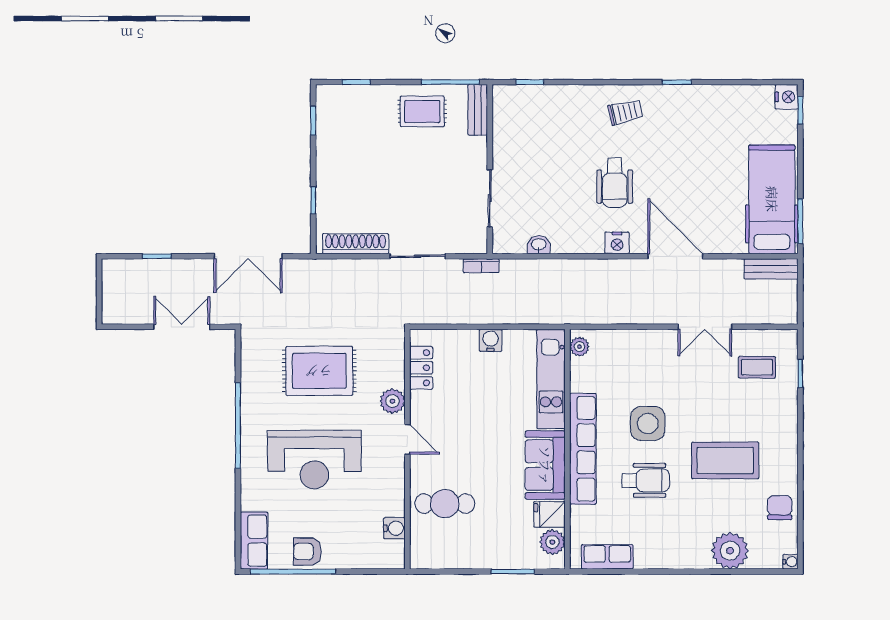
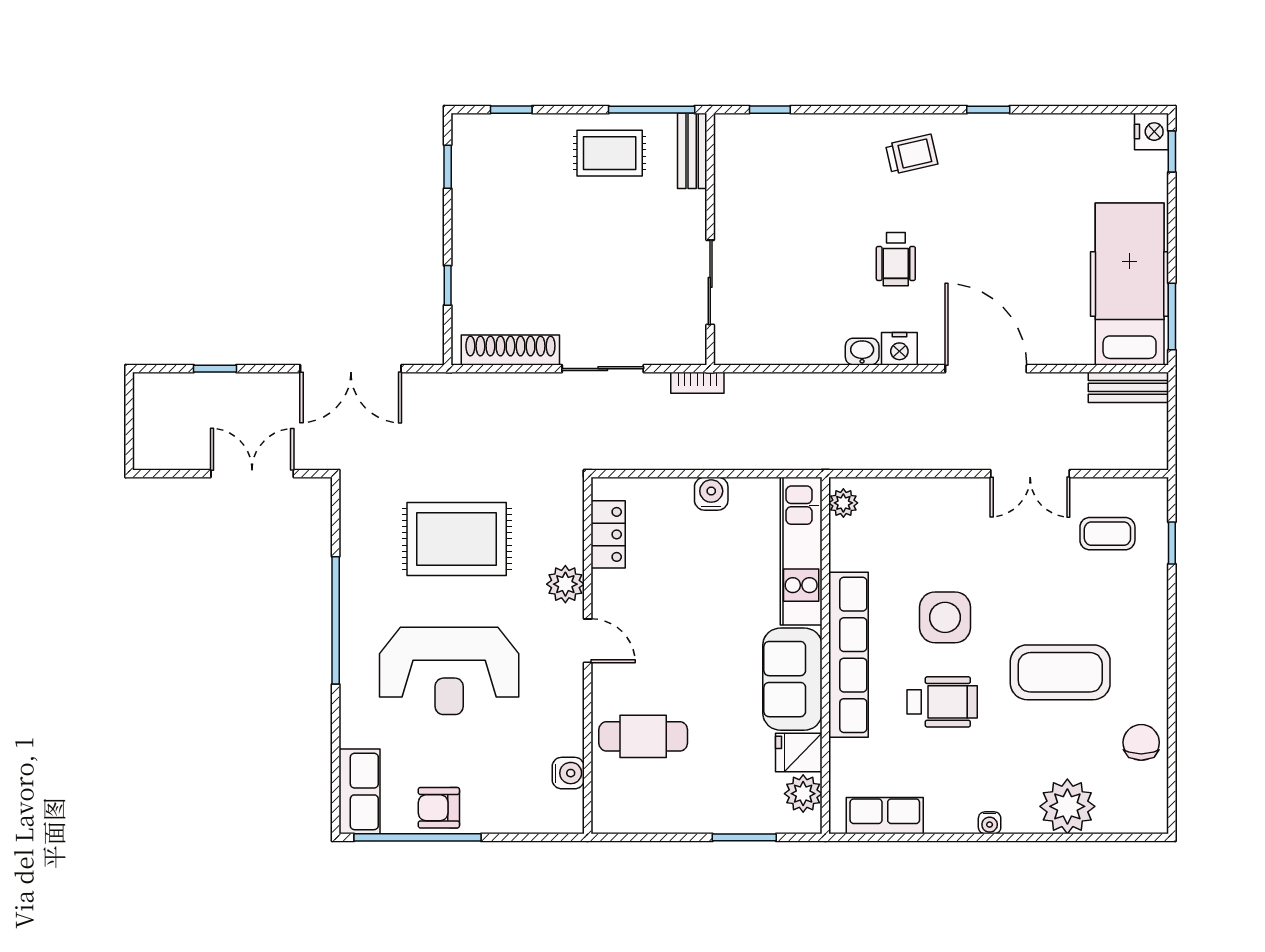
wheelchair: (615, 183) -> (896, 259), width x0.73, depth x0.73
washbasin: (539, 245) -> (862, 352), moved
water cooler: (790, 562) -> (990, 823), moved, turned 90

